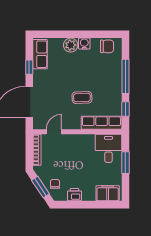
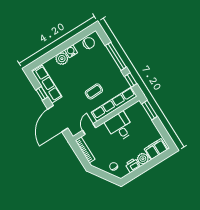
row of seats: (40, 54) -> (47, 84), width x1.48
row of seats: (102, 123) -> (114, 104), width x1.36
desk: (108, 148) -> (120, 127), moved
window: (125, 163) -> (150, 110), moved
window: (40, 187) -> (105, 175), removed
plant: (89, 194) -> (143, 159), added

